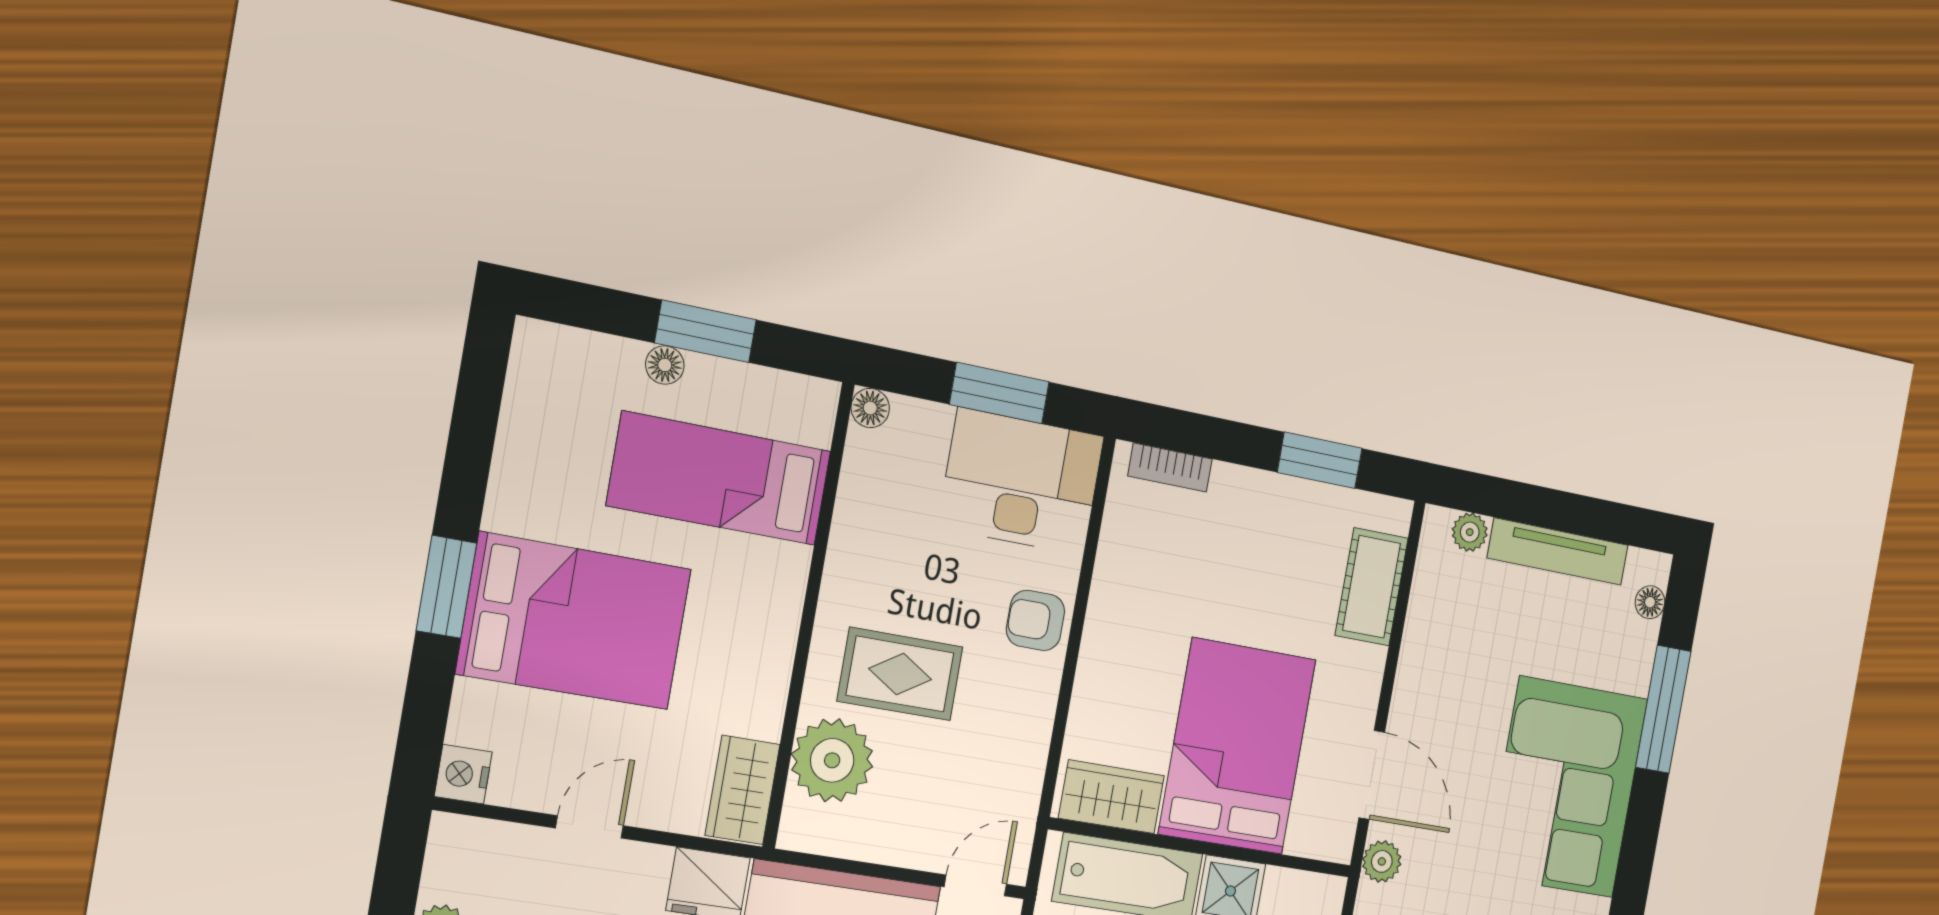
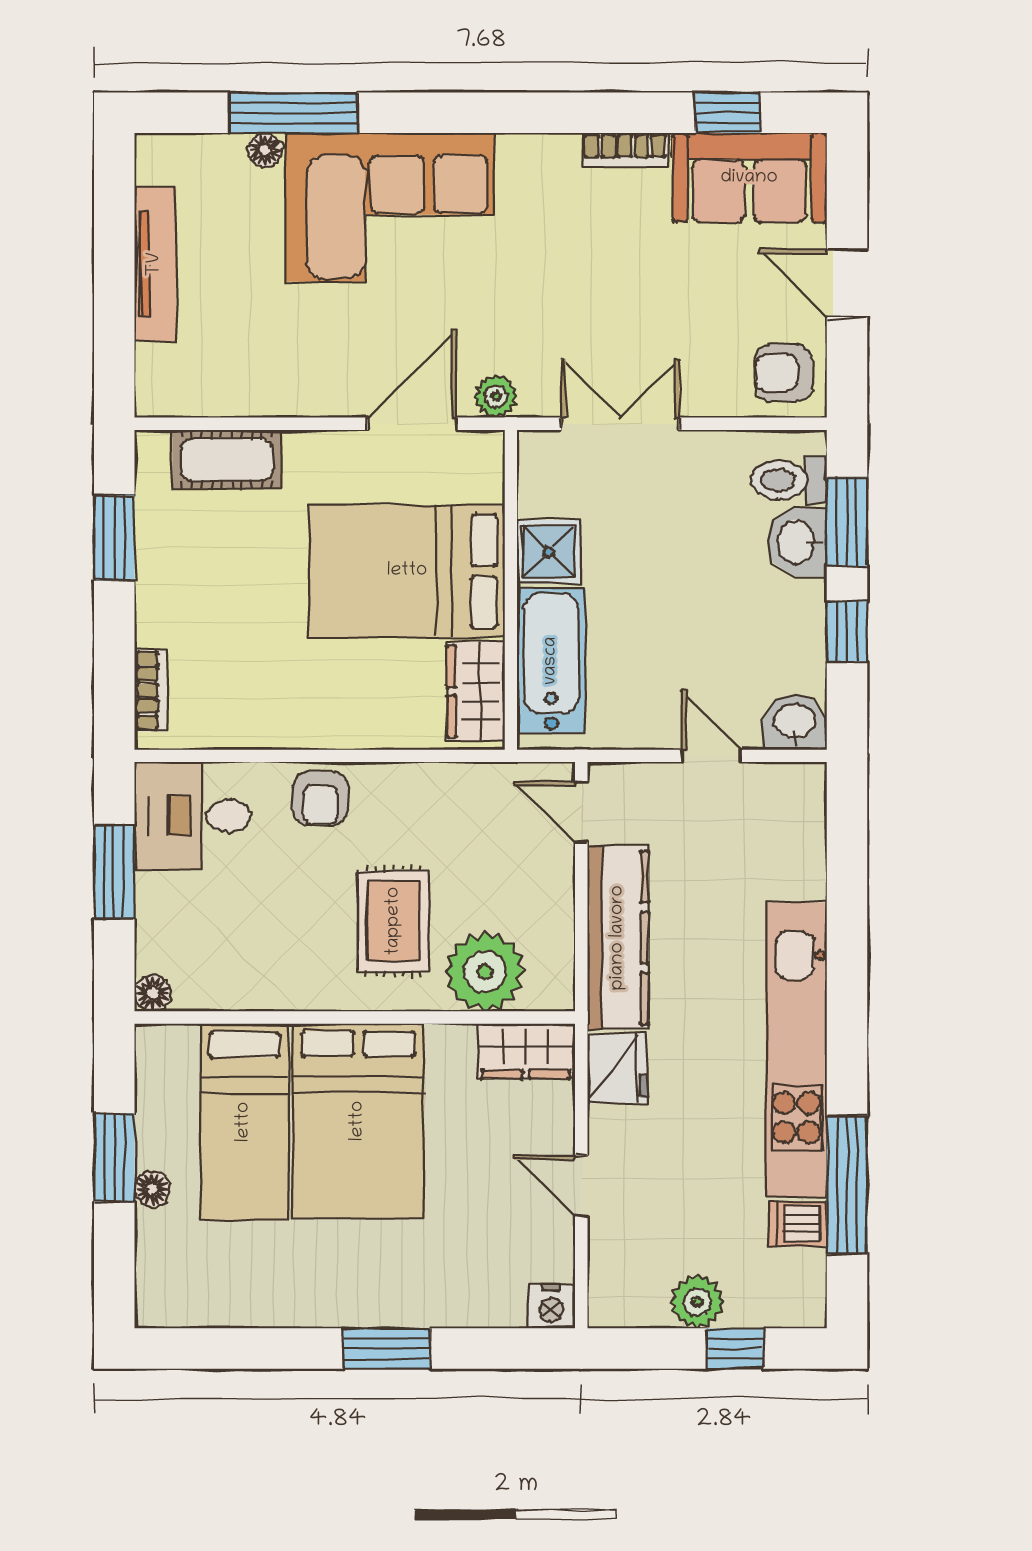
desk: (1021, 482) -> (193, 816), width x0.73
plant: (1470, 532) -> (154, 364), removed
floor lamp: (1650, 602) -> (265, 150), moved
bed: (574, 621) -> (358, 1121), moved, turned 180

